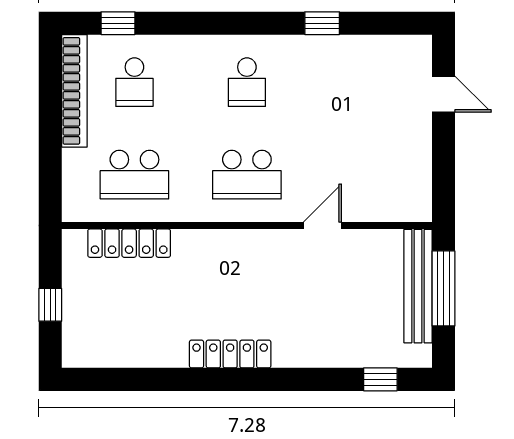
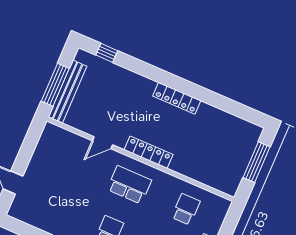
school desk: (134, 175) -> (186, 209), width x0.54
locker: (129, 243) -> (149, 152), moved
window: (50, 305) -> (257, 162), width x2.17

